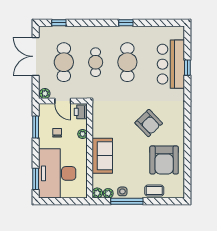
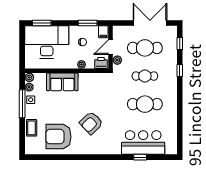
window: (126, 23) -> (180, 70), moved
plant: (45, 93) -> (117, 60), moved
filing cabinet: (45, 109) -> (103, 32), added

